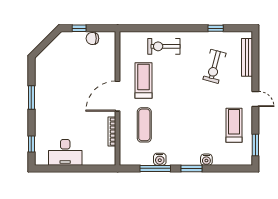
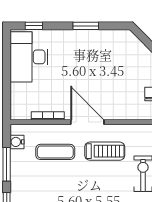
desk: (65, 152) -> (29, 57), width x1.36, depth x1.30
water cooler: (160, 159) -> (17, 142), moved

